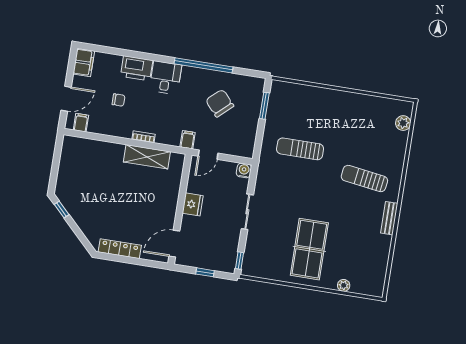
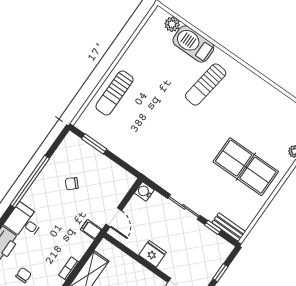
chair: (220, 103) -> (72, 184), width x0.54, depth x0.54
sun lounger: (300, 149) -> (114, 93), moved
barbecue: (395, 150) -> (193, 44), added
bench: (389, 218) -> (229, 227), moved
window: (240, 261) -> (213, 227), moved

